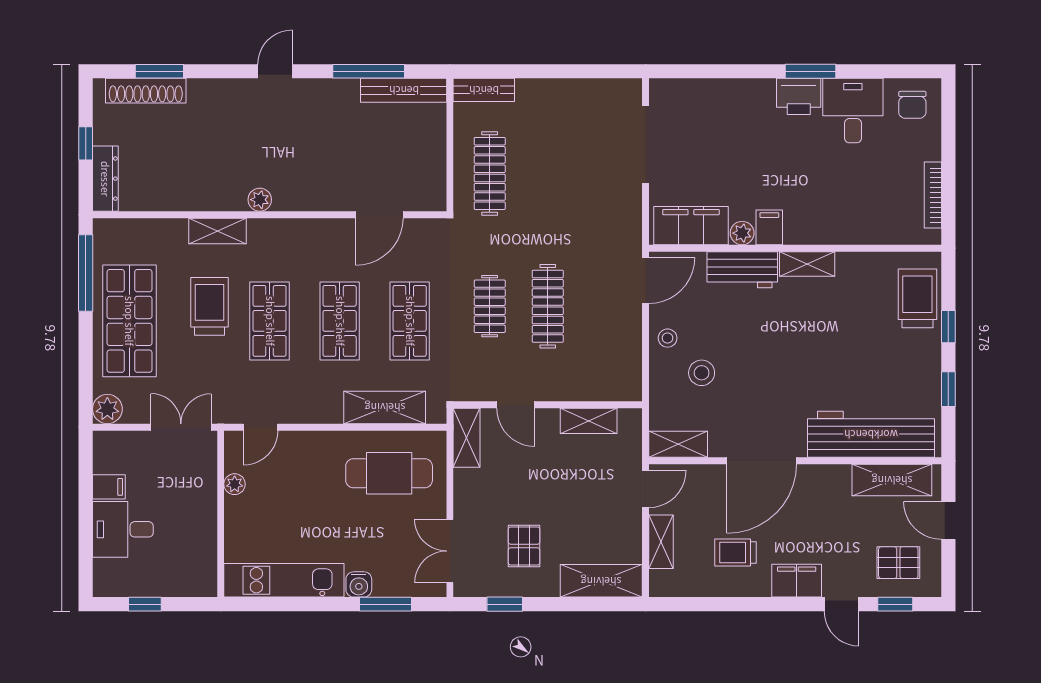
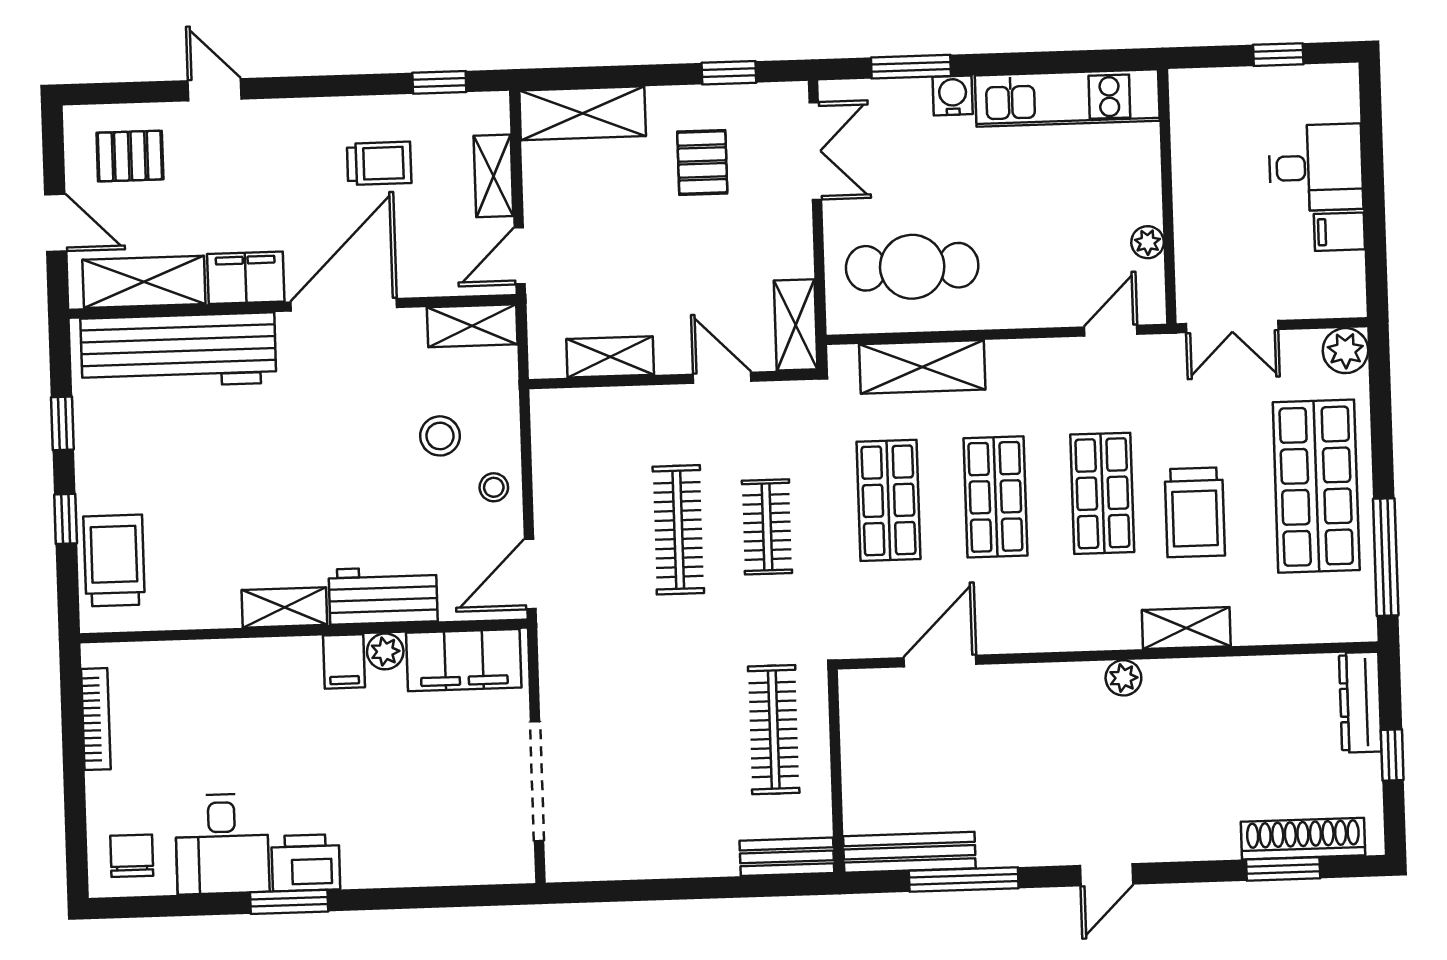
trolley: (917, 298) -> (114, 561), turned 180
filing cabinet: (797, 581) -> (246, 278), moved, turned 180
window: (895, 604) -> (439, 82), moved

